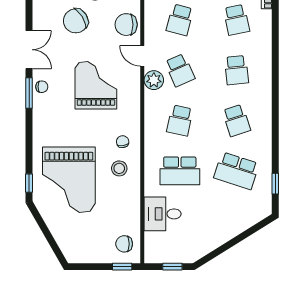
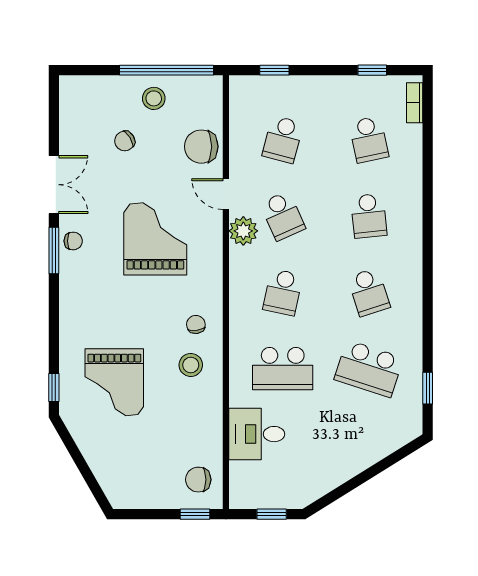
chair: (76, 21) -> (125, 141), width x0.54, depth x0.54
grand piano: (69, 180) -> (114, 382), width x0.73, depth x0.68

